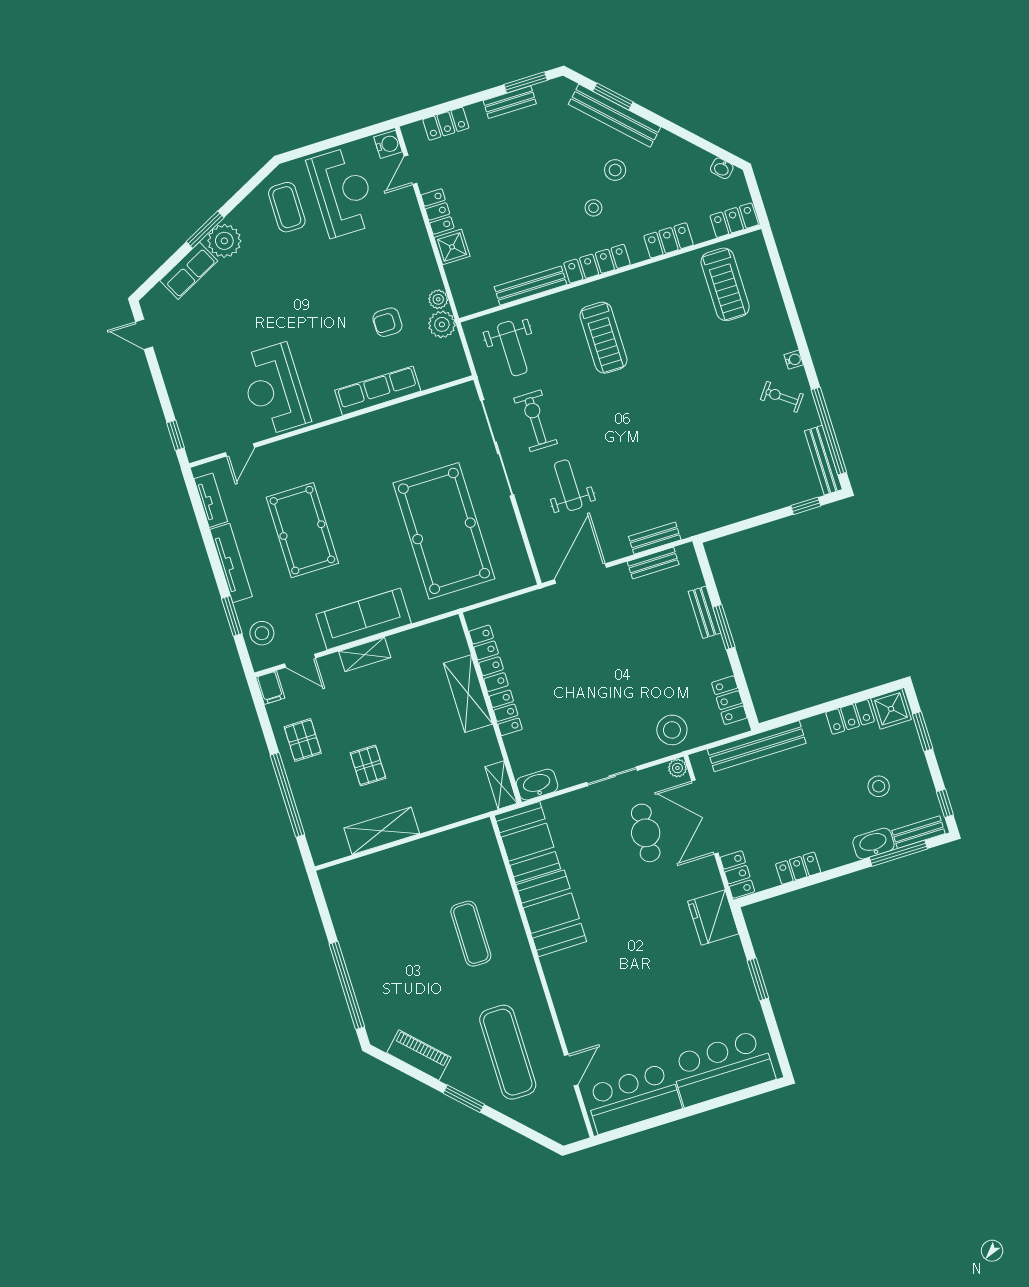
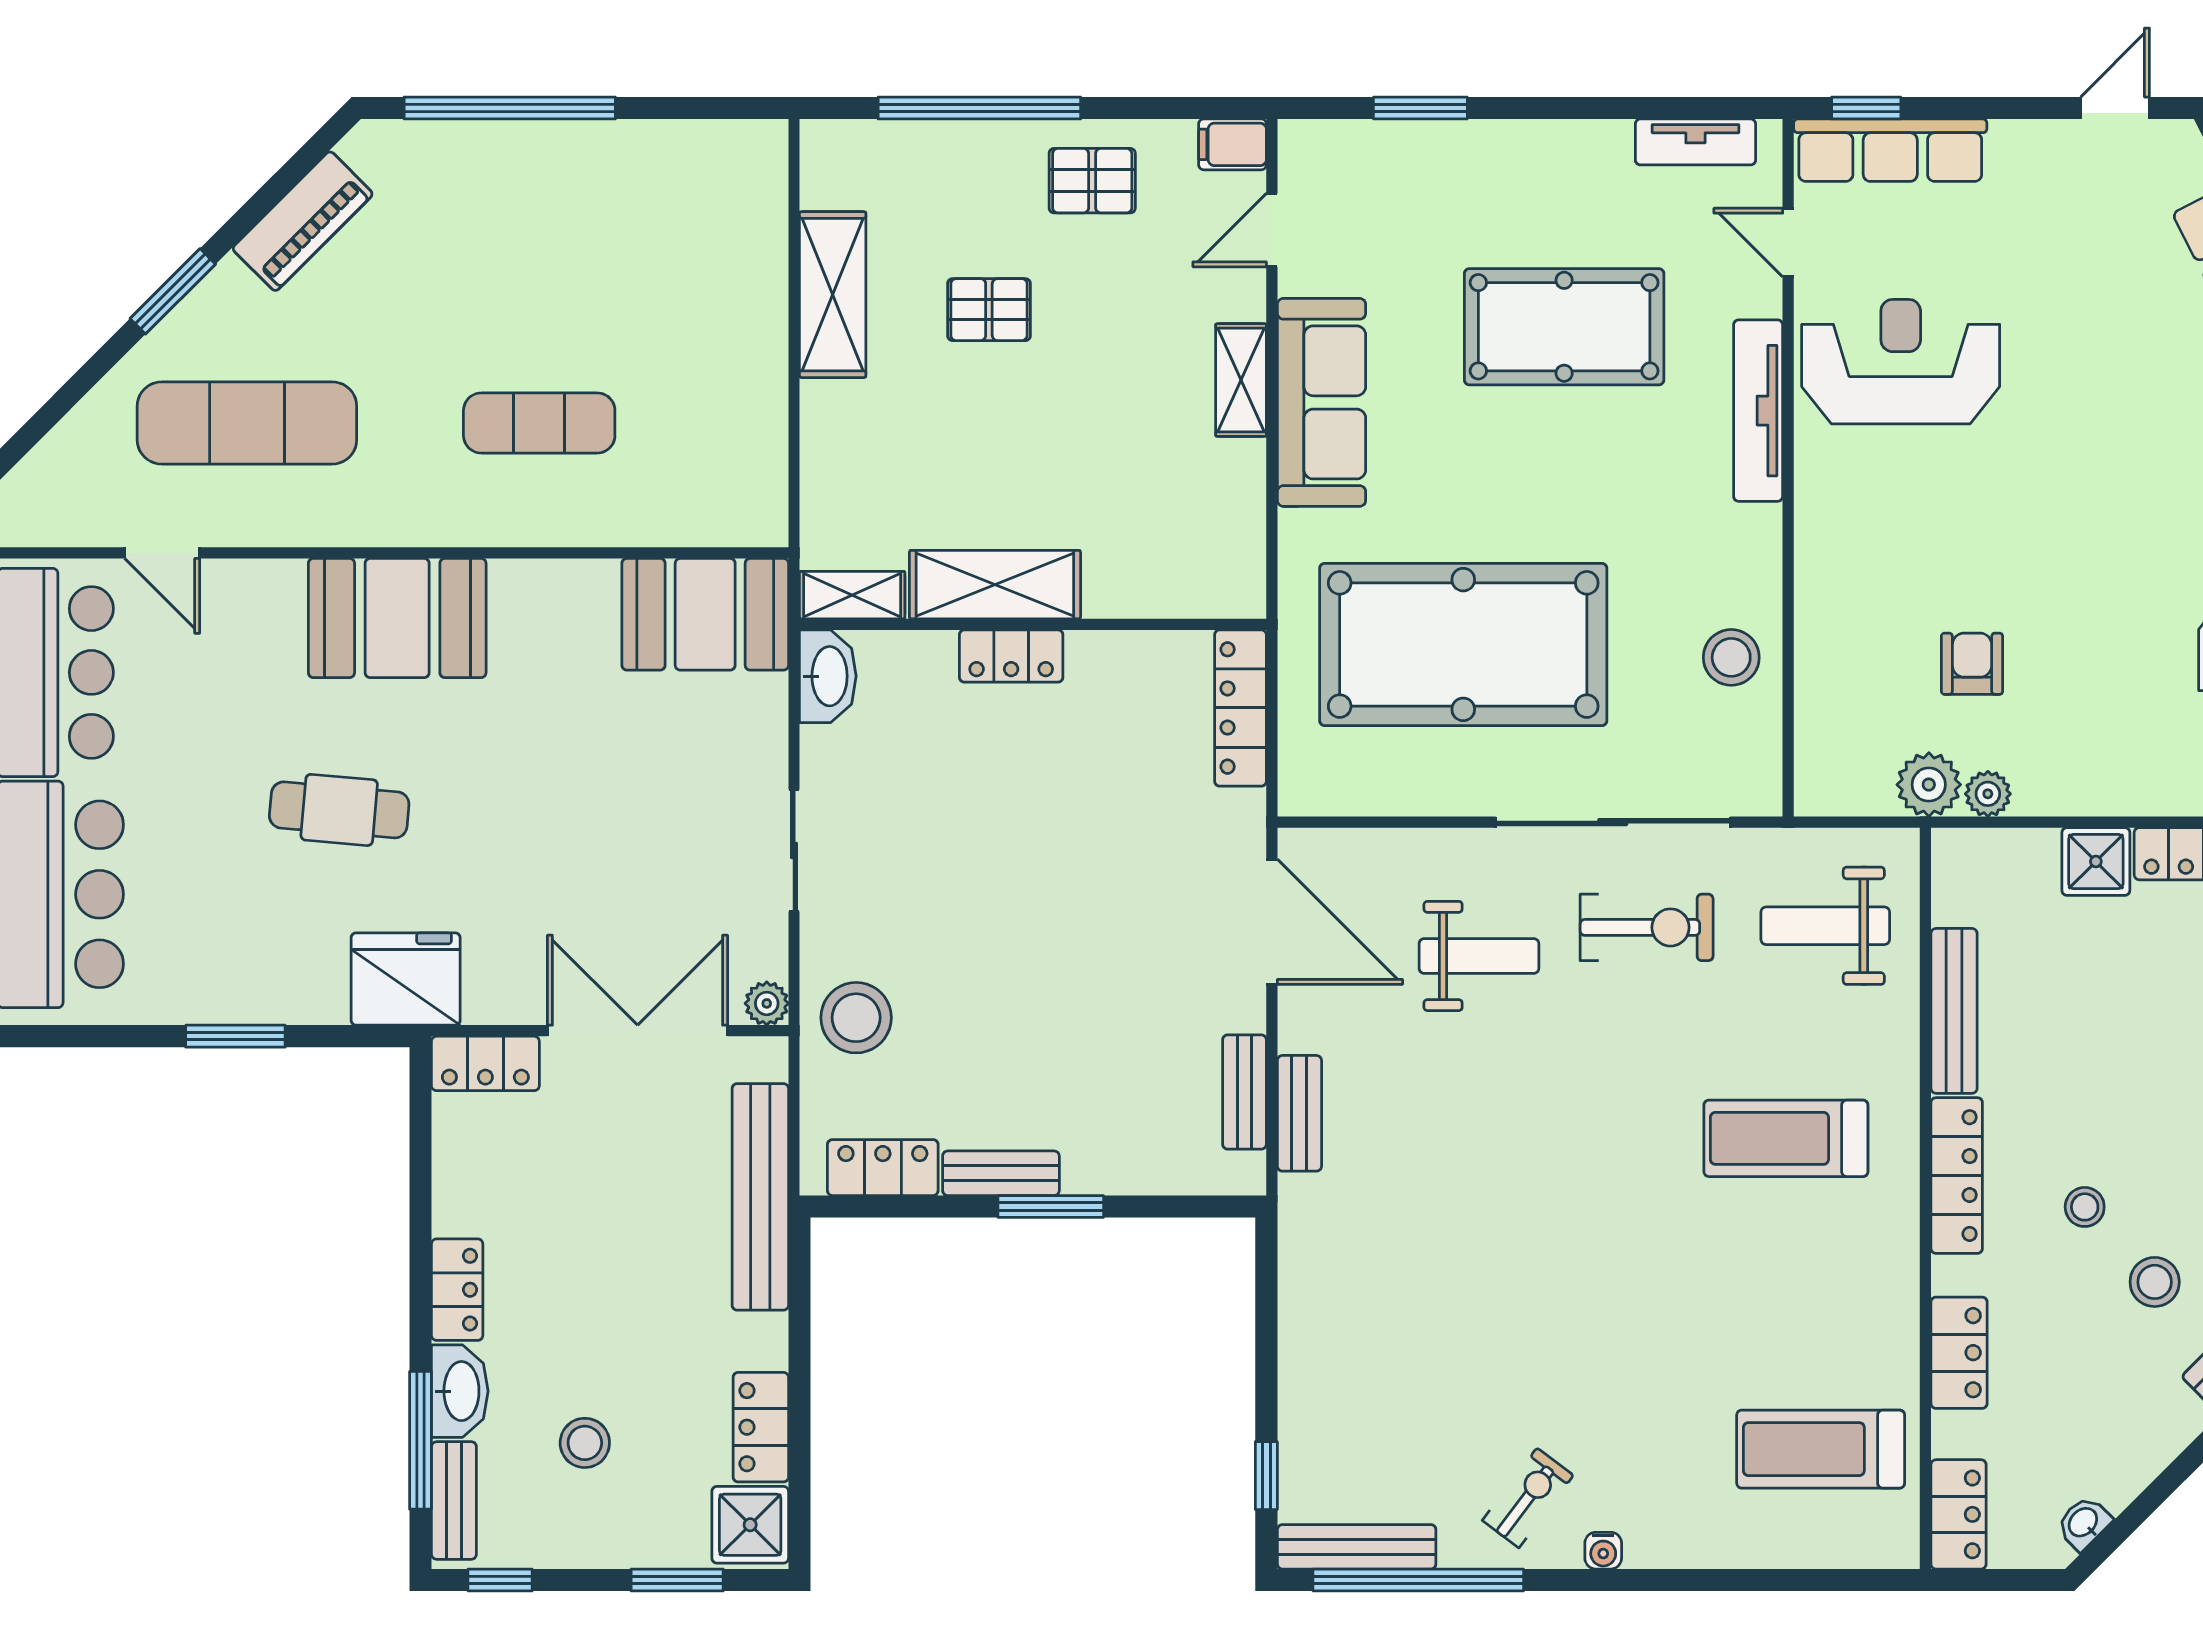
row of seats: (378, 391) -> (1890, 150), moved, turned 90
tv unit: (231, 563) -> (1758, 411), moved, turned 90
bench: (704, 612) -> (1001, 1173), moved
stool: (262, 633) -> (1731, 657), moved
locker: (489, 658) -> (1240, 708), moved, turned 90
shelving: (468, 694) -> (995, 585), moved
cafe table: (646, 833) -> (339, 810), moved
locker: (798, 868) -> (457, 1290), moved
booth: (551, 913) -> (397, 618), moved

